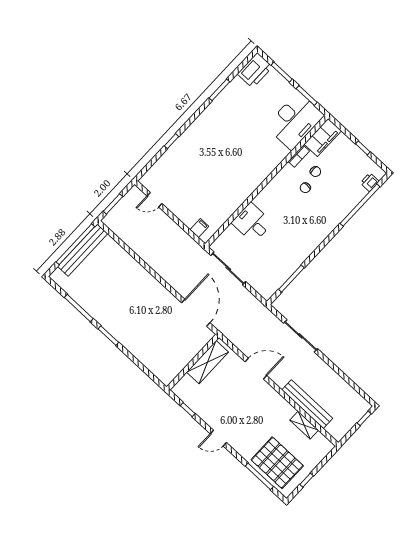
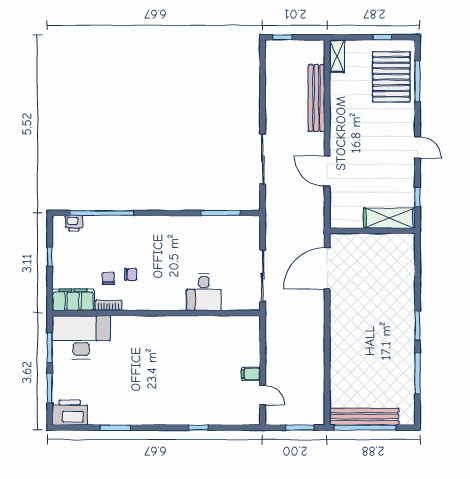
filing cabinet: (199, 228) -> (251, 374), moved
shelving: (208, 362) -> (389, 218), moved
shelving: (304, 425) -> (337, 56), moved

